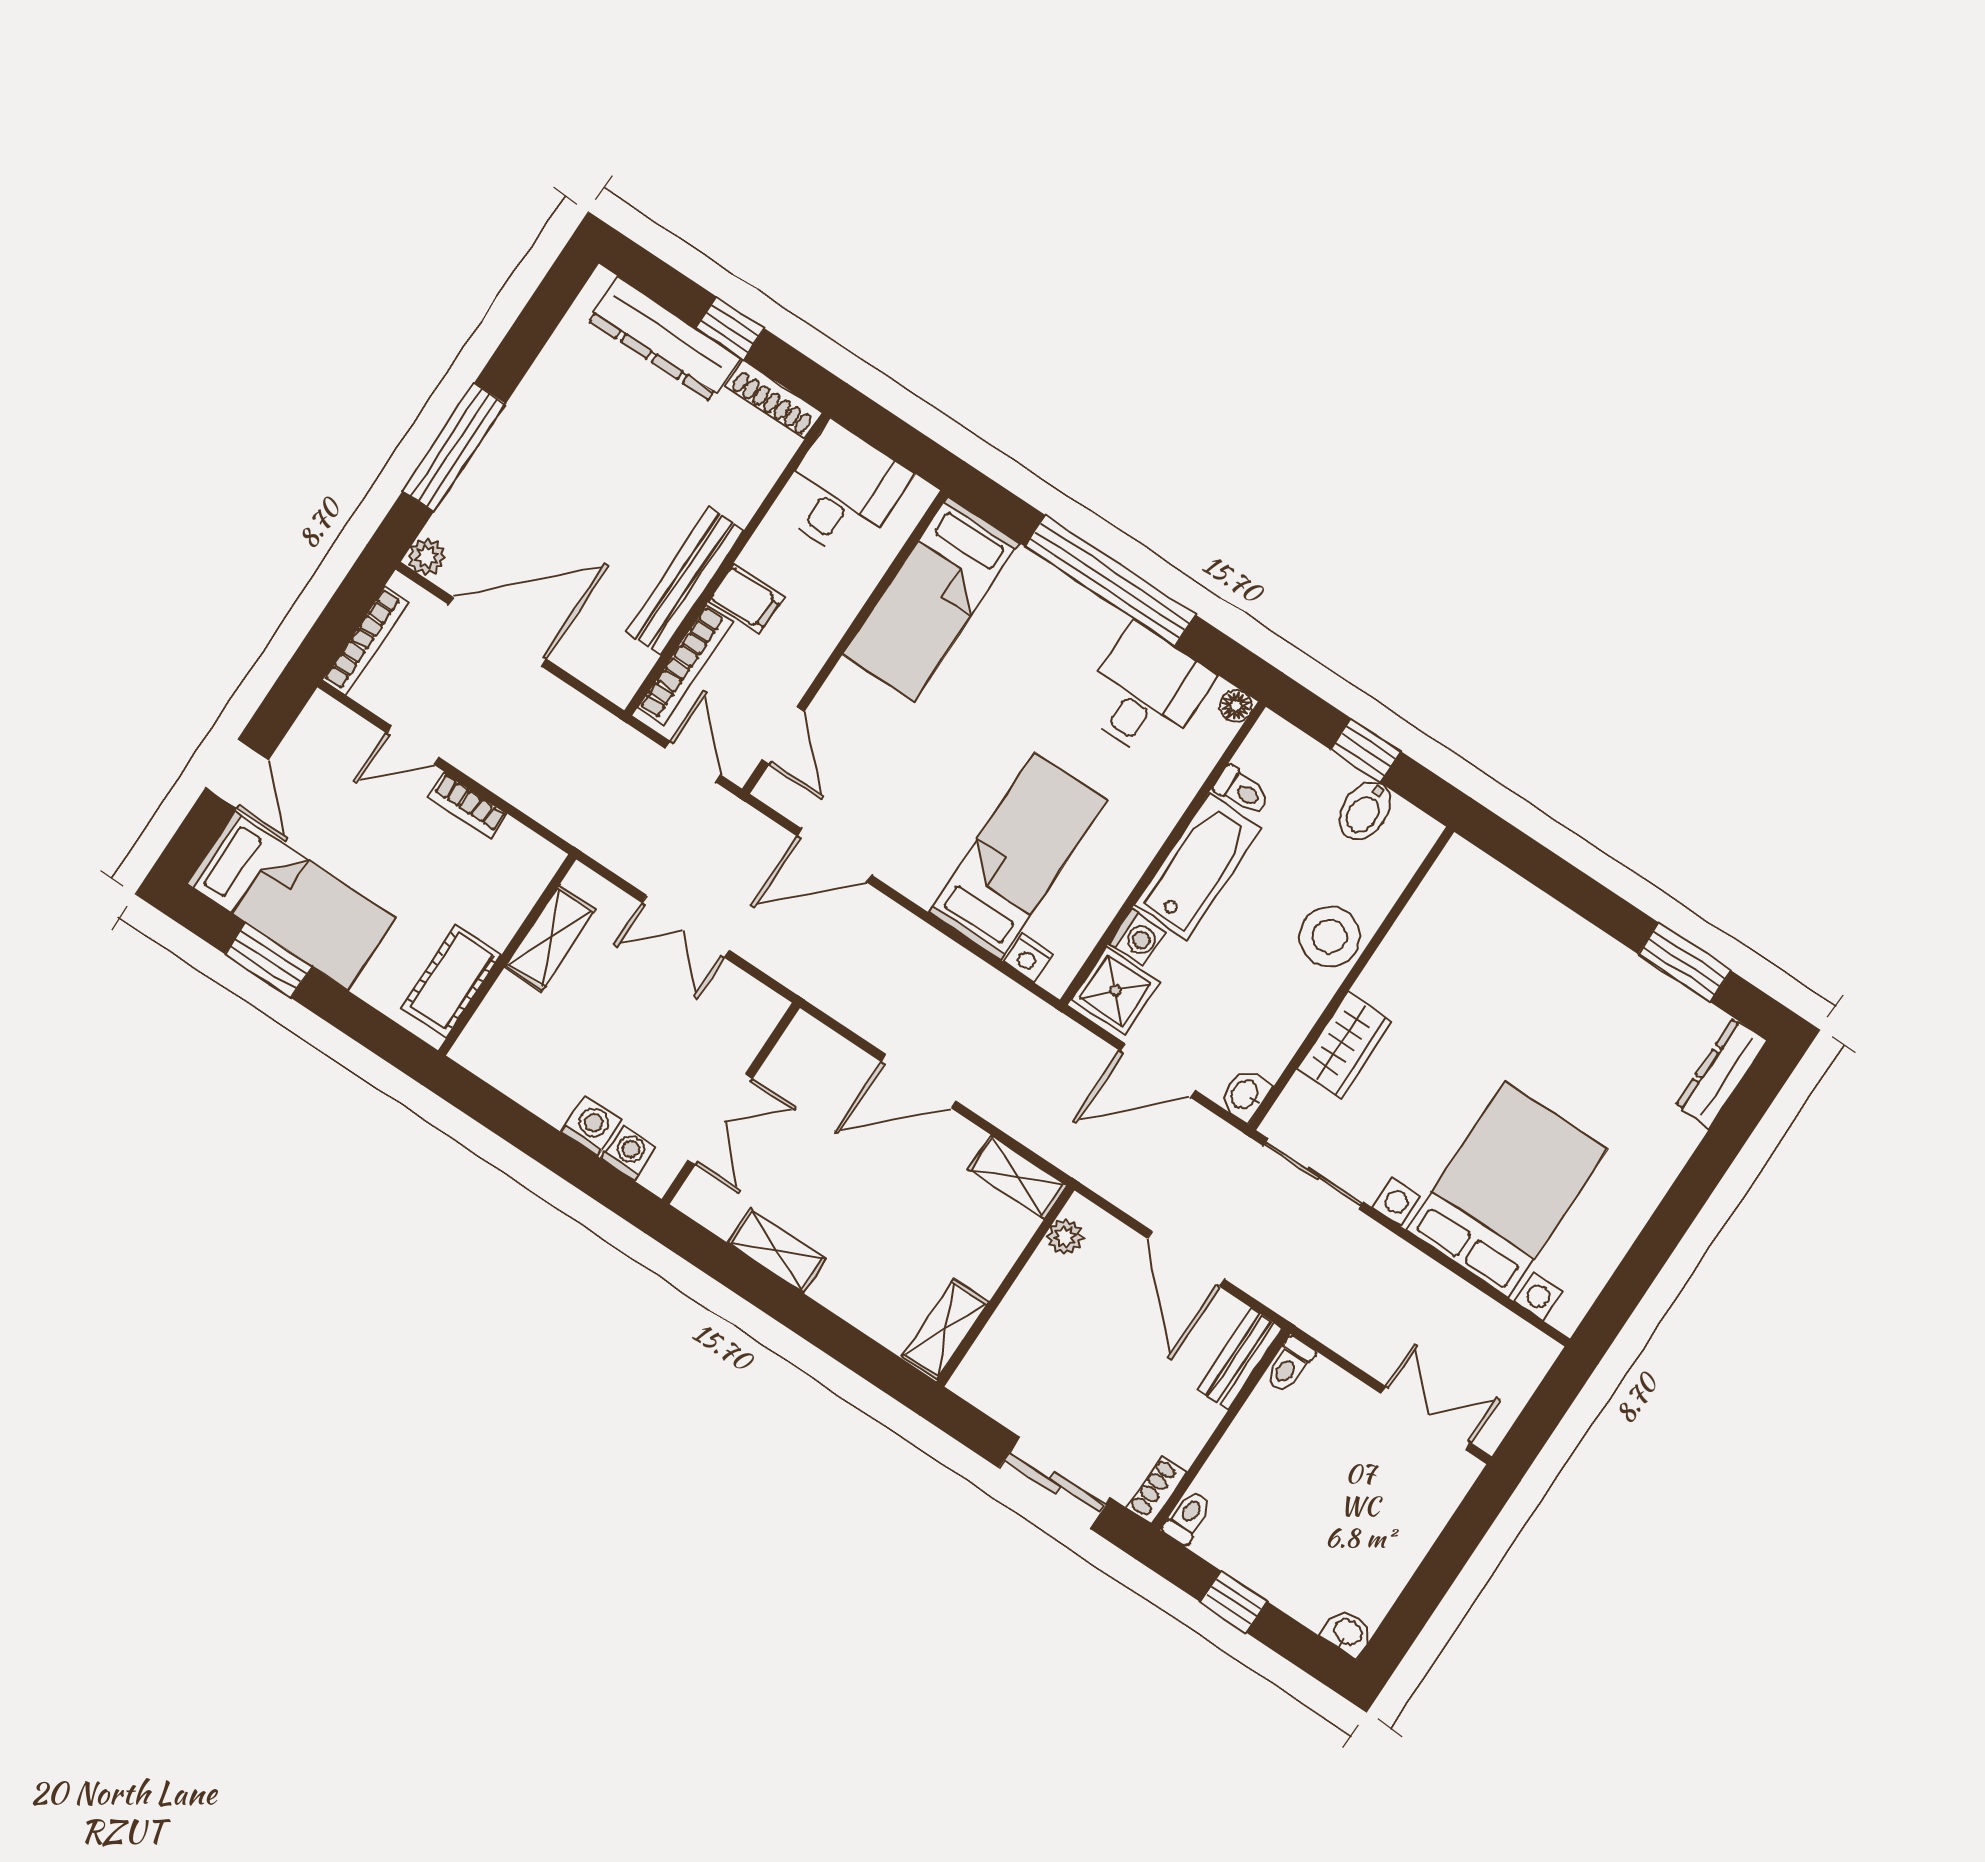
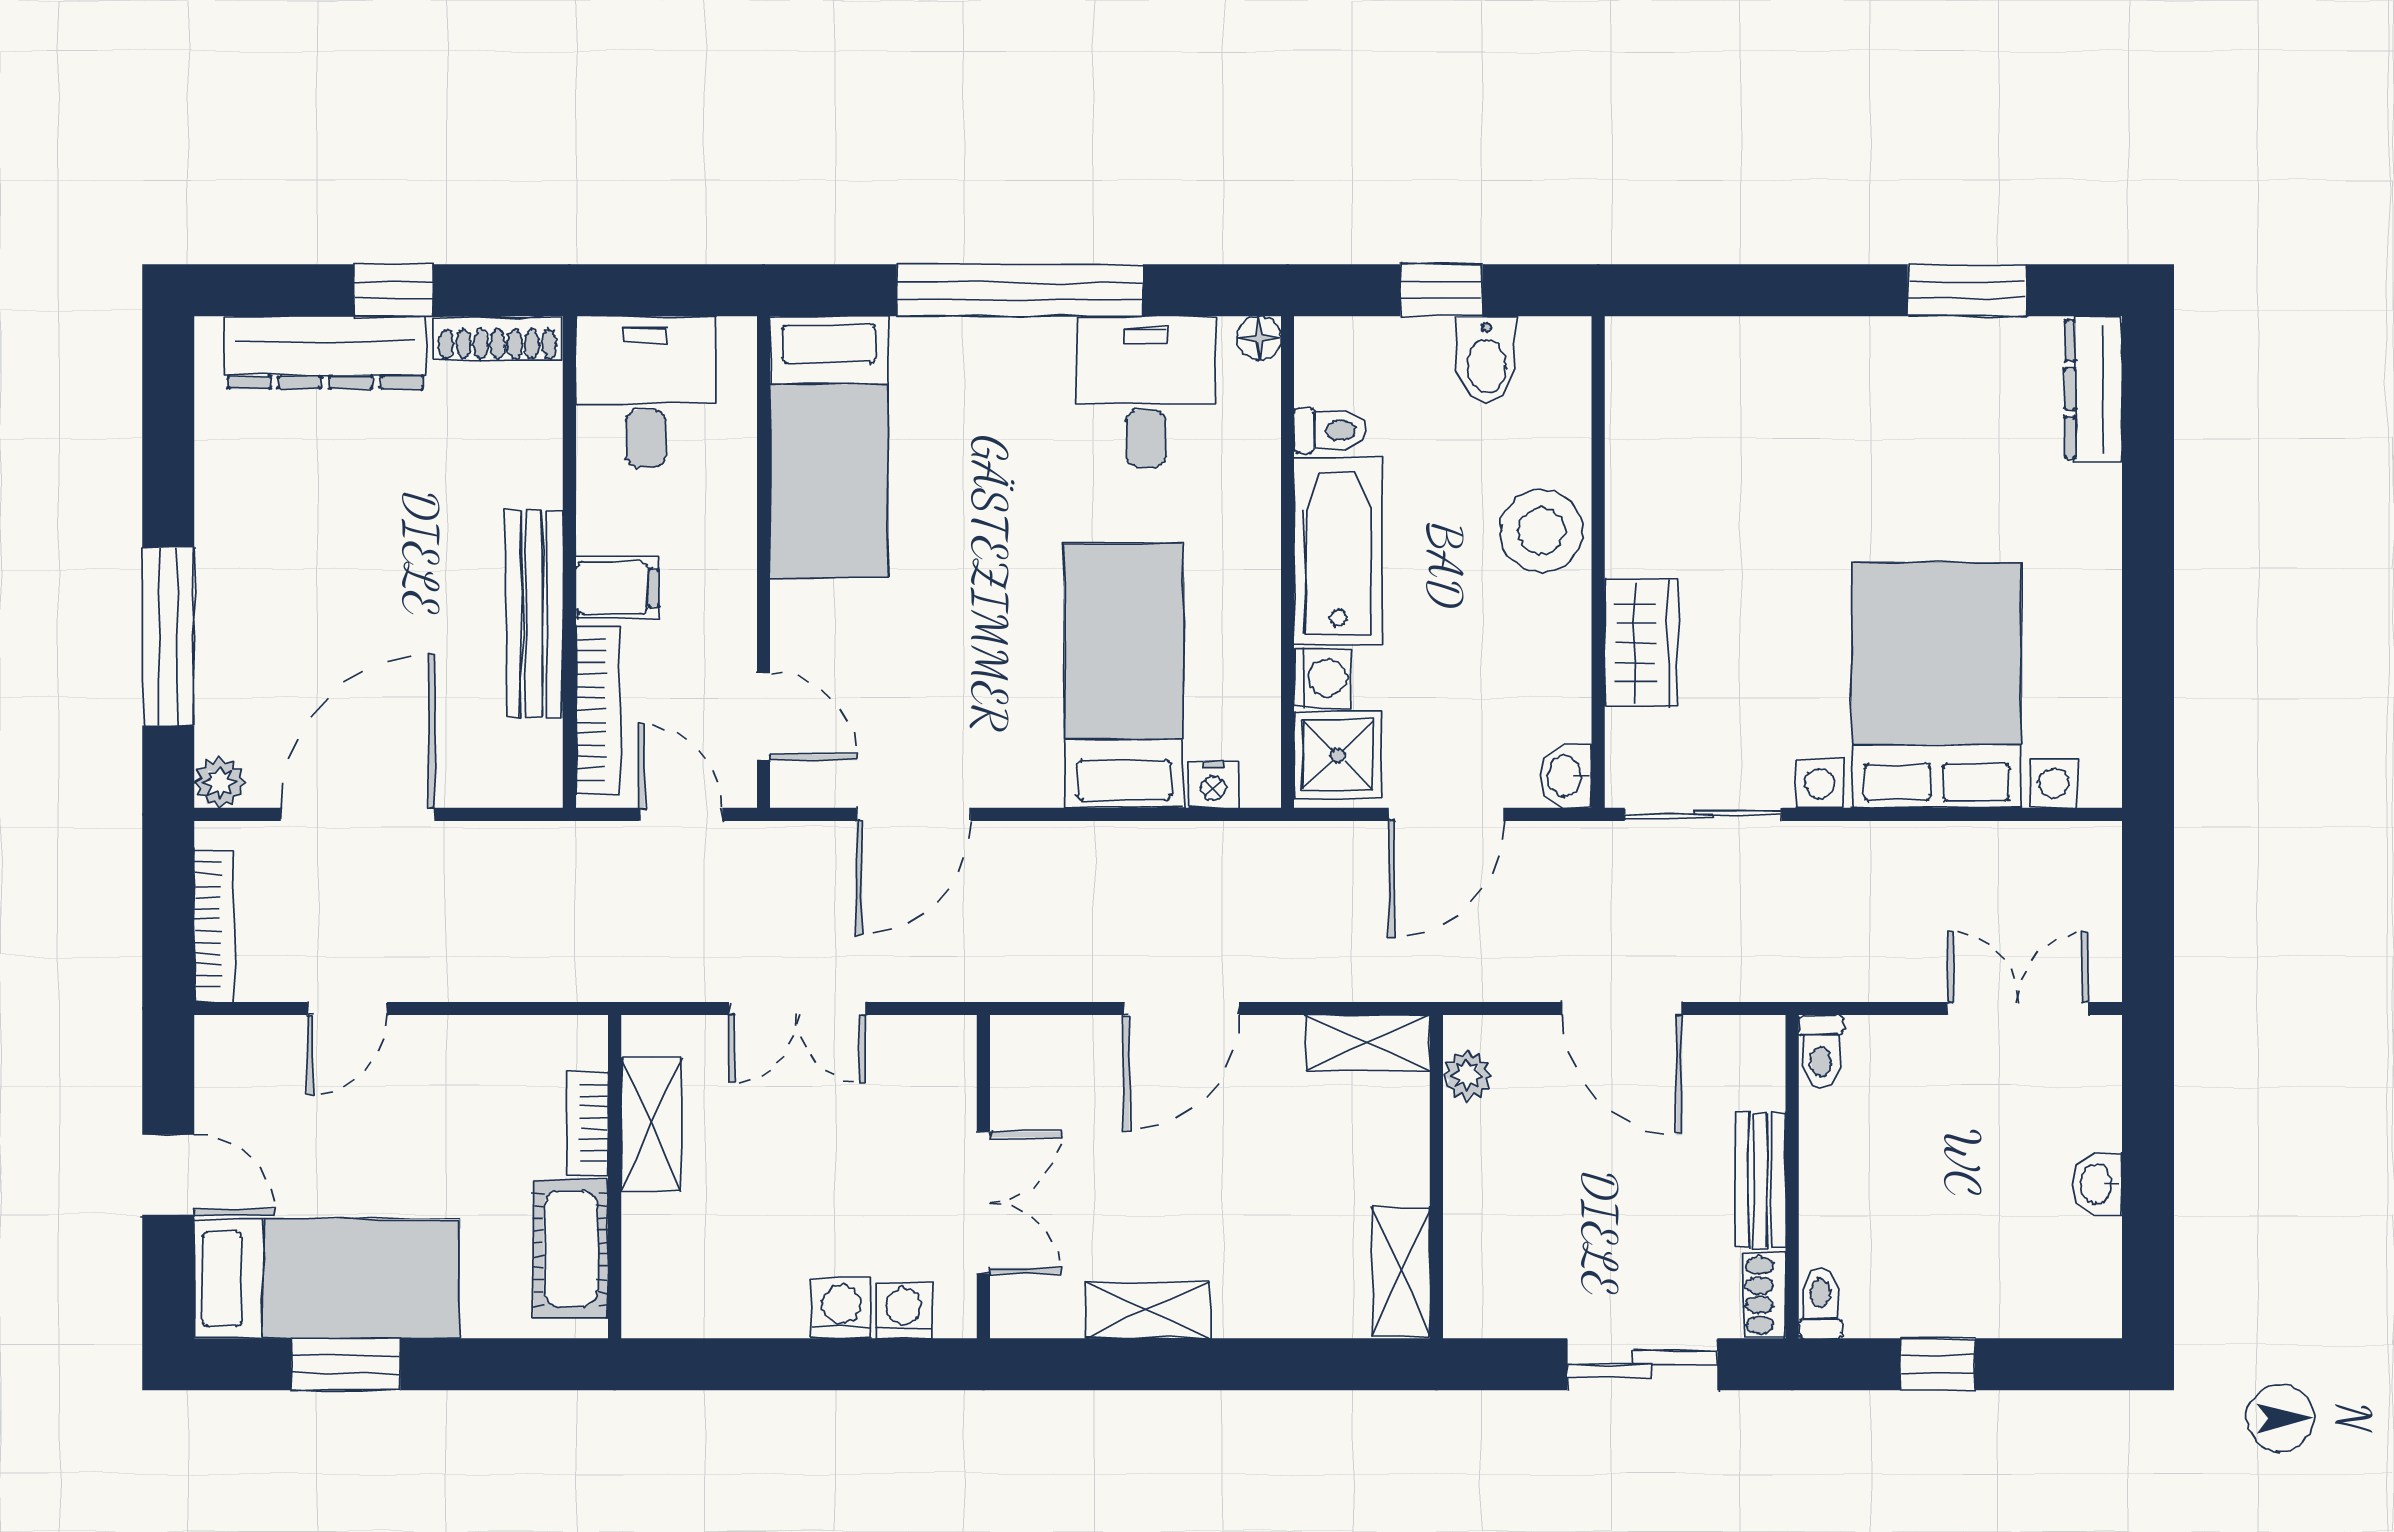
bookcase: (468, 805) -> (588, 1123), moved, turned 90
bench: (1240, 1359) -> (1760, 1180), moved
washbasin: (1347, 1633) -> (2097, 1184), moved, turned -90

